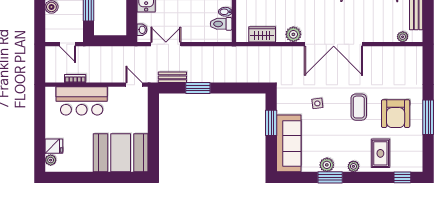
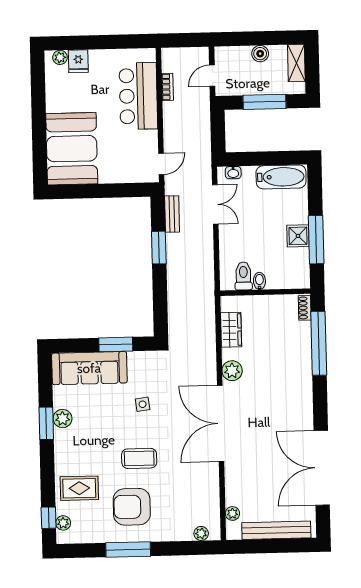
plant: (417, 61) -> (201, 533), added
plant: (353, 166) -> (63, 523), moved

